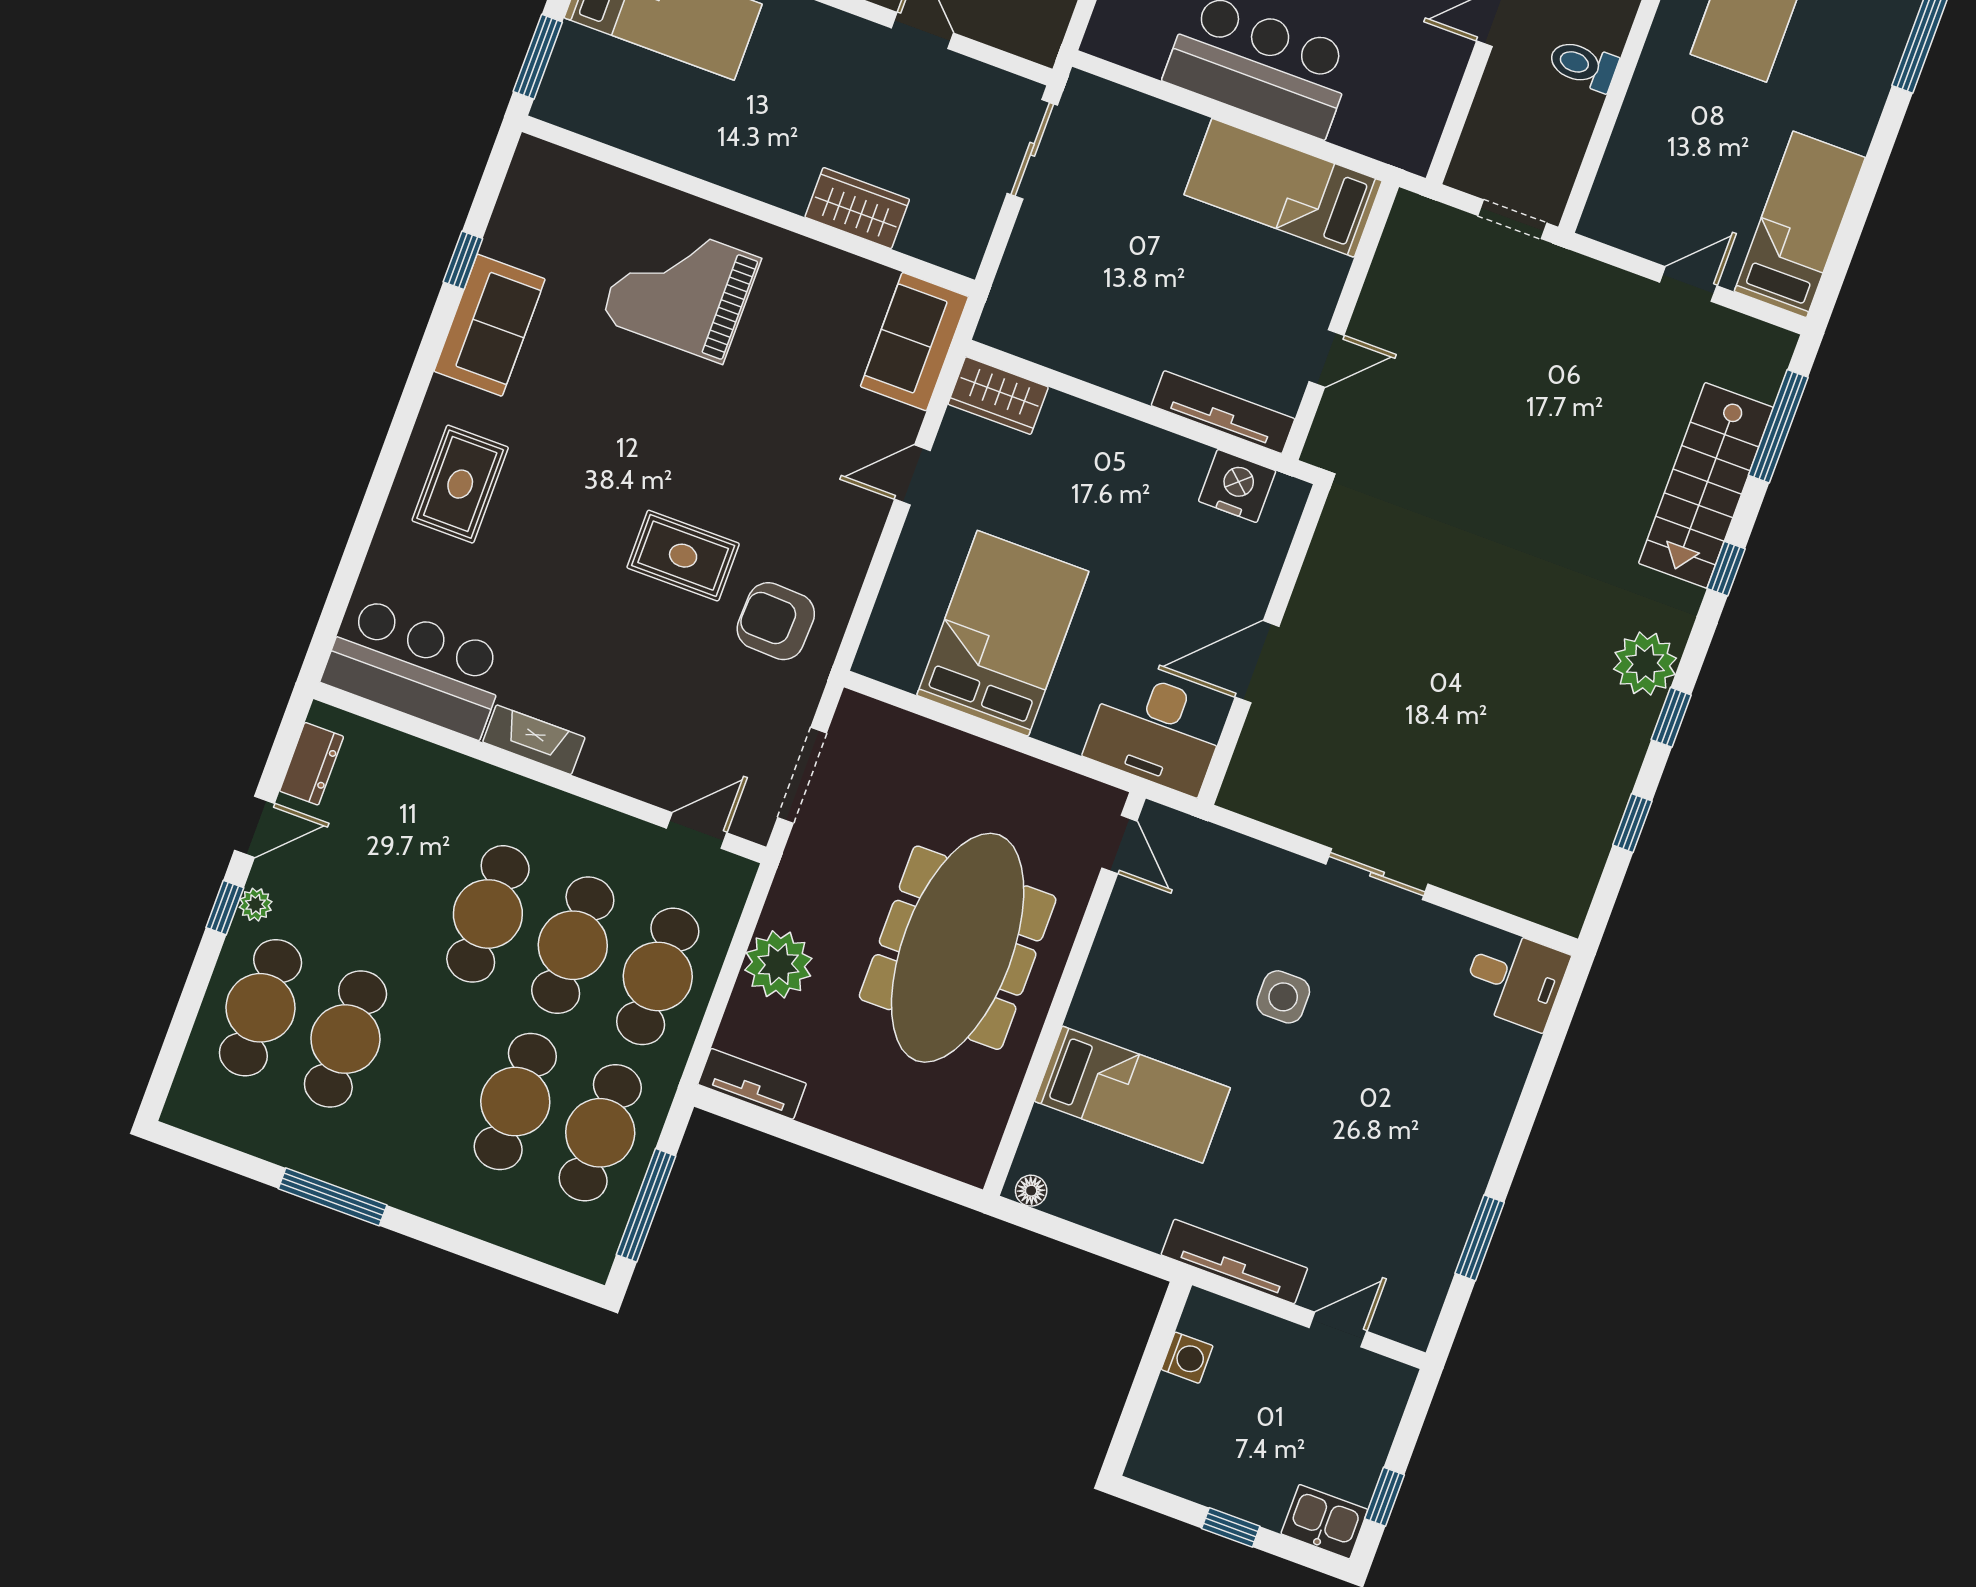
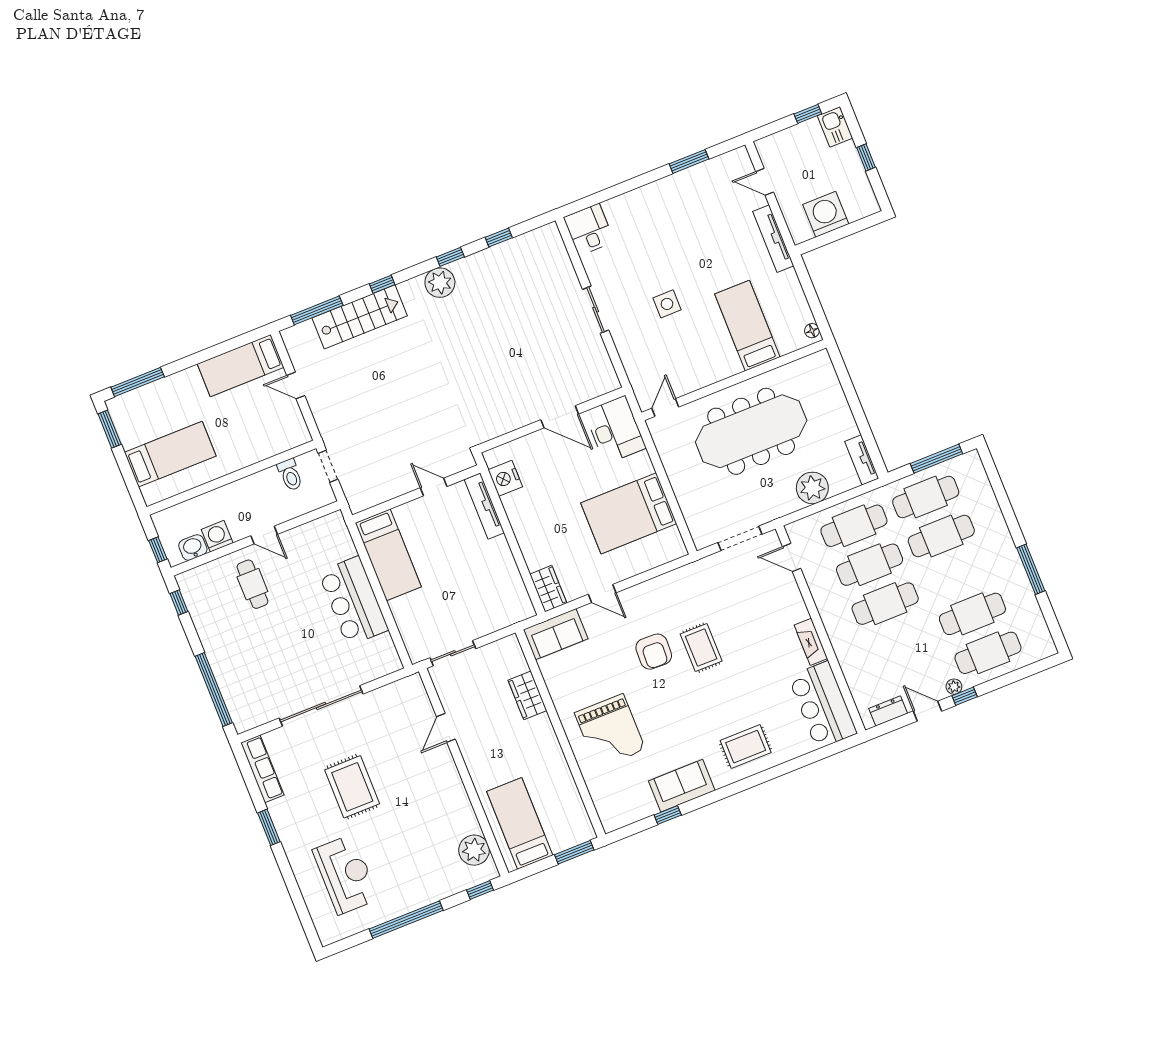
toilet: (1583, 65) -> (290, 475), moved
armchair: (776, 621) -> (654, 652), moved
washing machine: (1187, 1358) -> (826, 214), width x1.89, depth x1.89

